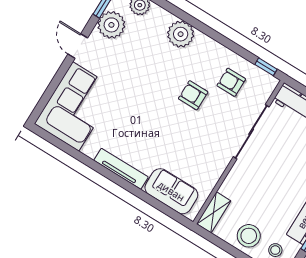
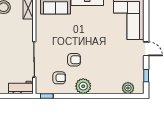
plant: (111, 25) -> (136, 70), removed
plant: (181, 34) -> (83, 86), moved

